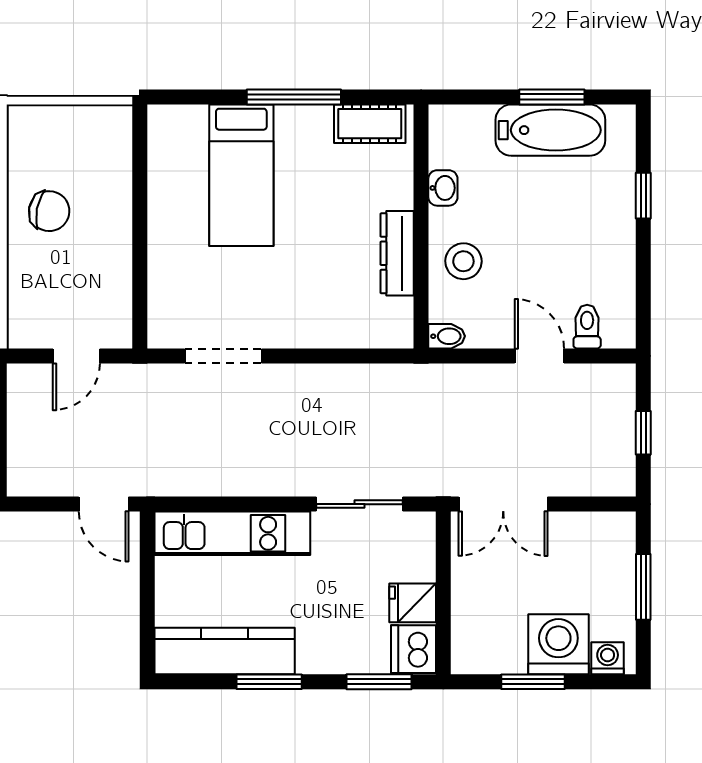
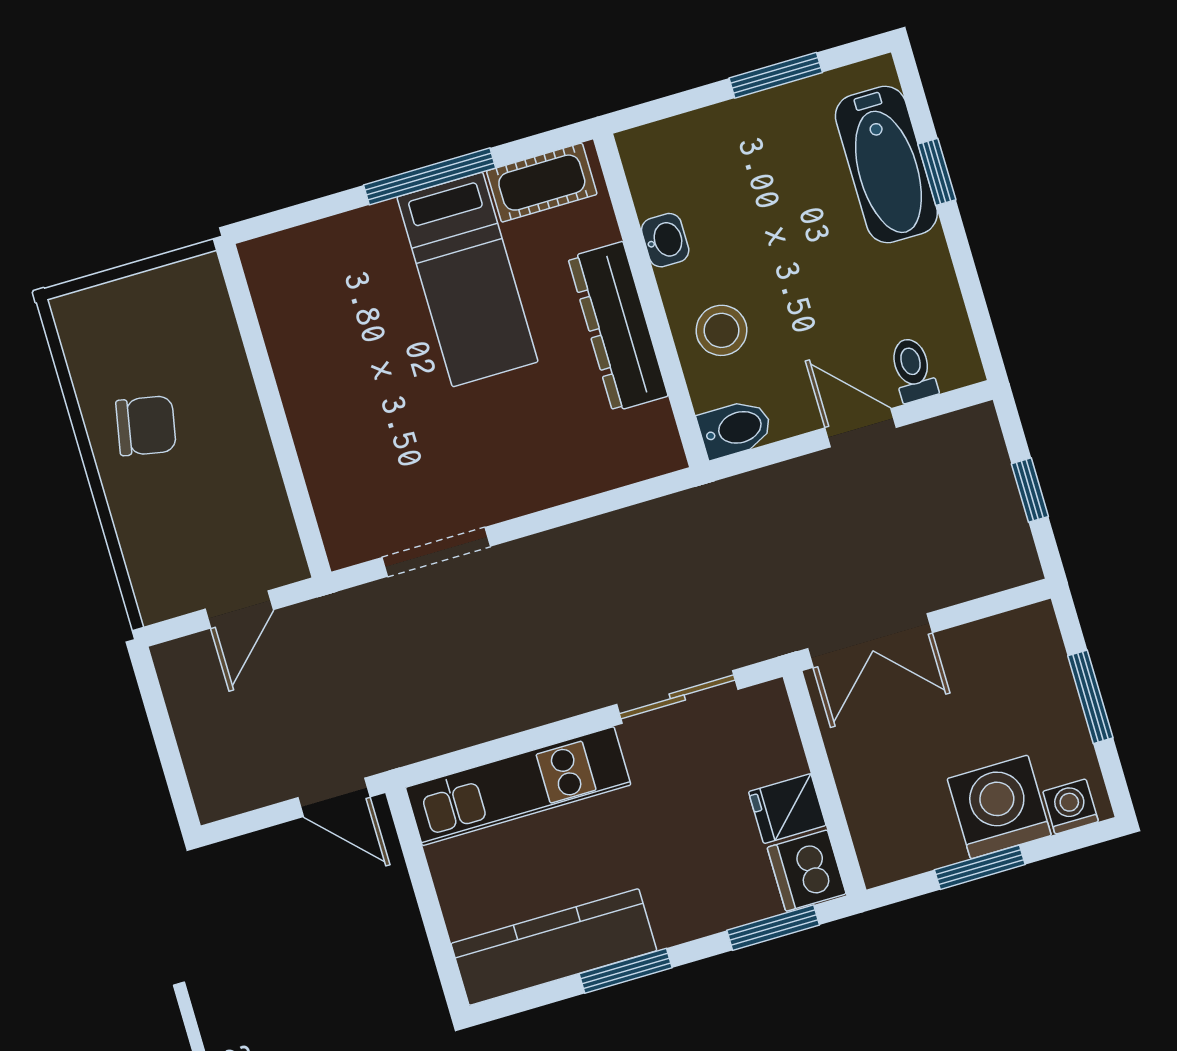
bathtub: (550, 130) -> (886, 165), moved, turned 90
bed: (241, 175) -> (467, 279), moved
dresser: (397, 253) -> (618, 327), width x1.37, depth x1.24
bidet: (447, 336) -> (735, 429), width x1.38, depth x1.36

